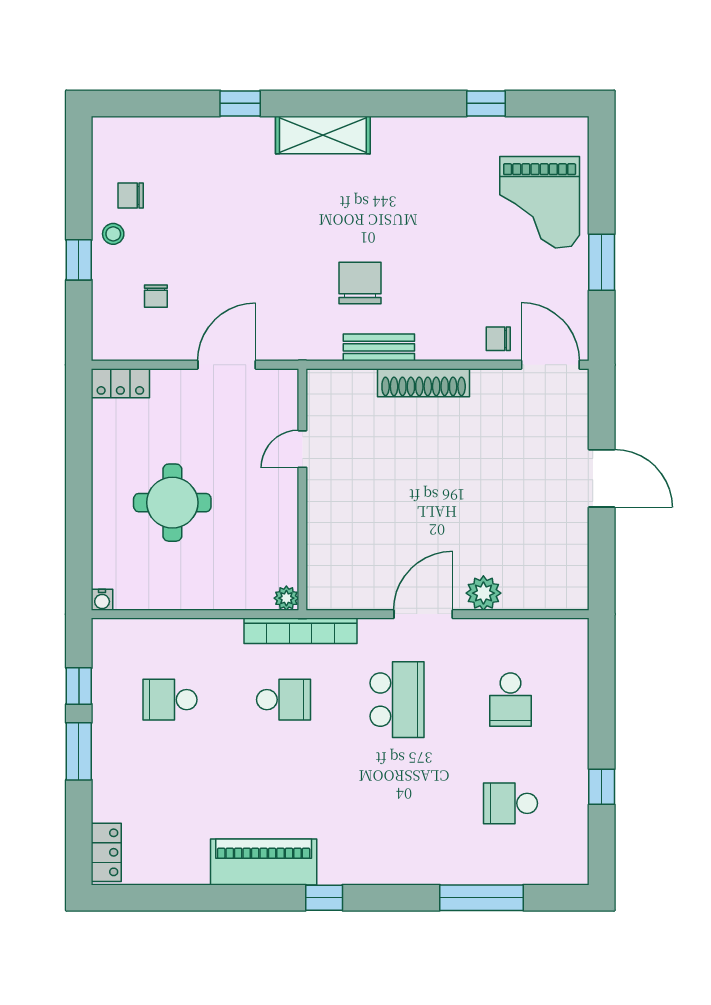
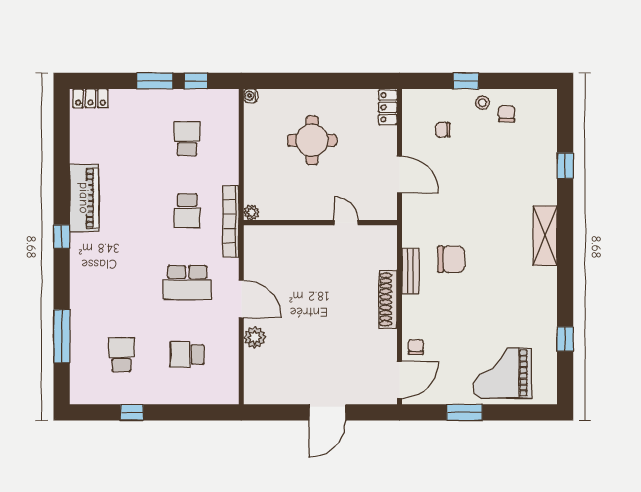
window: (240, 103) -> (565, 166), moved

